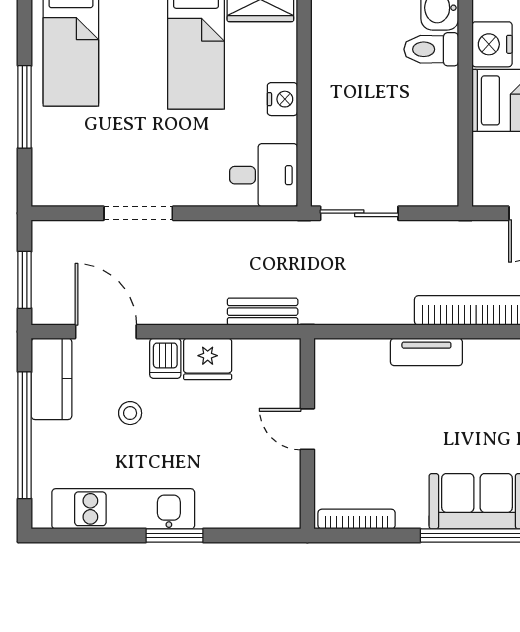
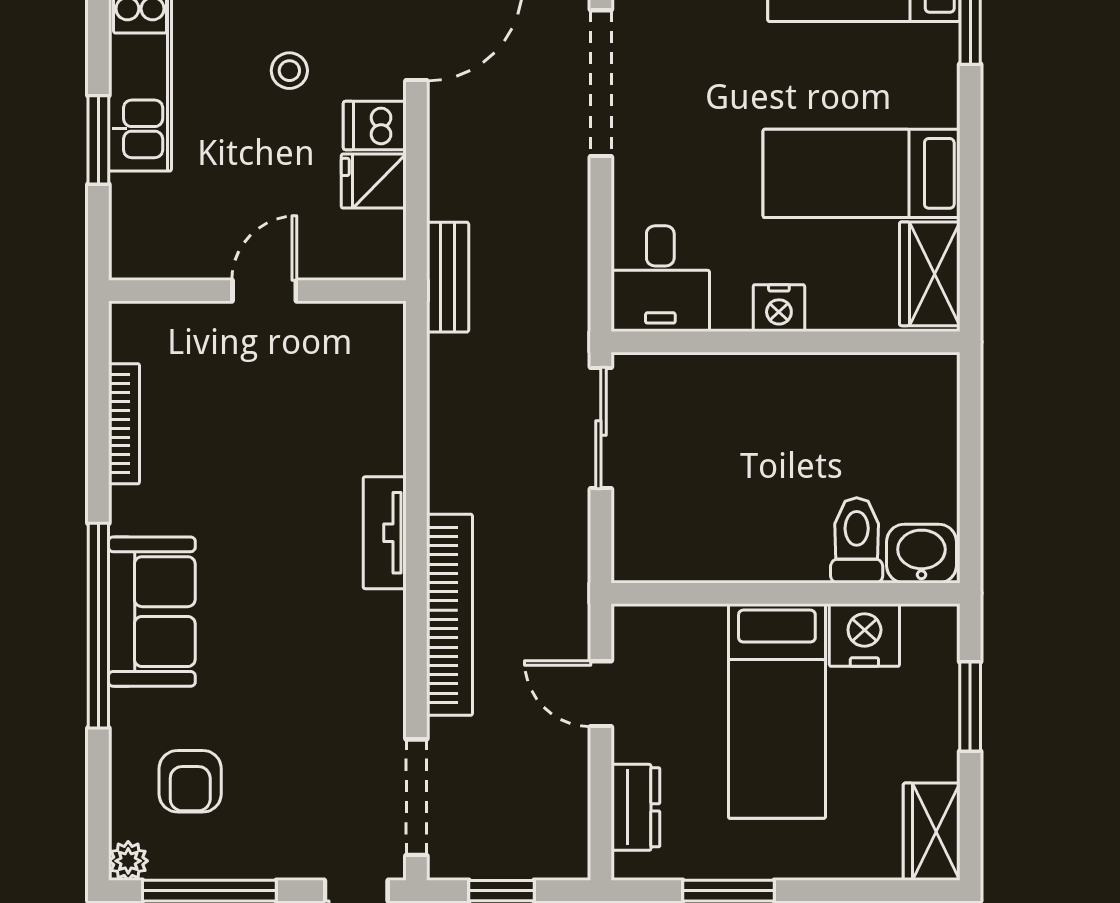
doorway: (138, 213) -> (601, 83), width x1.36
fridge: (208, 359) -> (374, 181), width x0.72
door: (307, 429) -> (264, 291), moved
wall: (307, 434) -> (257, 291), moved

